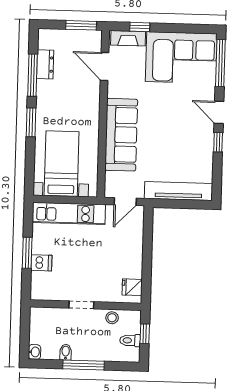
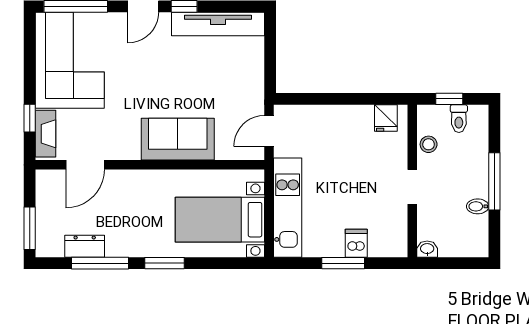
window: (81, 25) -> (30, 228), moved
sofa: (121, 135) -> (178, 139), width x0.73
tv unit: (178, 191) -> (218, 24), moved, turned -90
door: (125, 202) -> (269, 131), swing flipped
washbasin: (34, 352) -> (427, 249), moved

